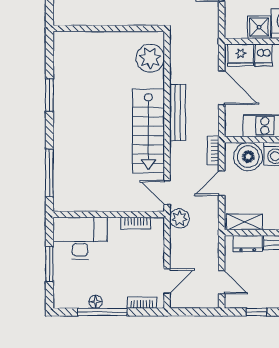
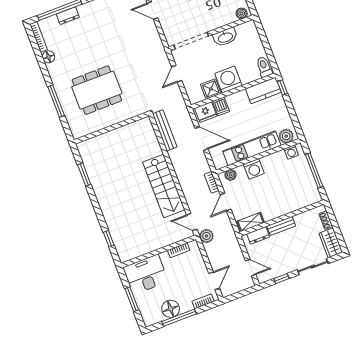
plant: (150, 58) -> (146, 137), removed
window: (49, 95) -> (84, 175), moved
bench: (178, 112) -> (165, 130), moved
boiler: (248, 157) -> (230, 175), width x0.54, depth x0.54
window: (49, 173) -> (109, 239), width x0.46
floor lamp: (96, 302) -> (171, 309), width x1.89, depth x1.89

